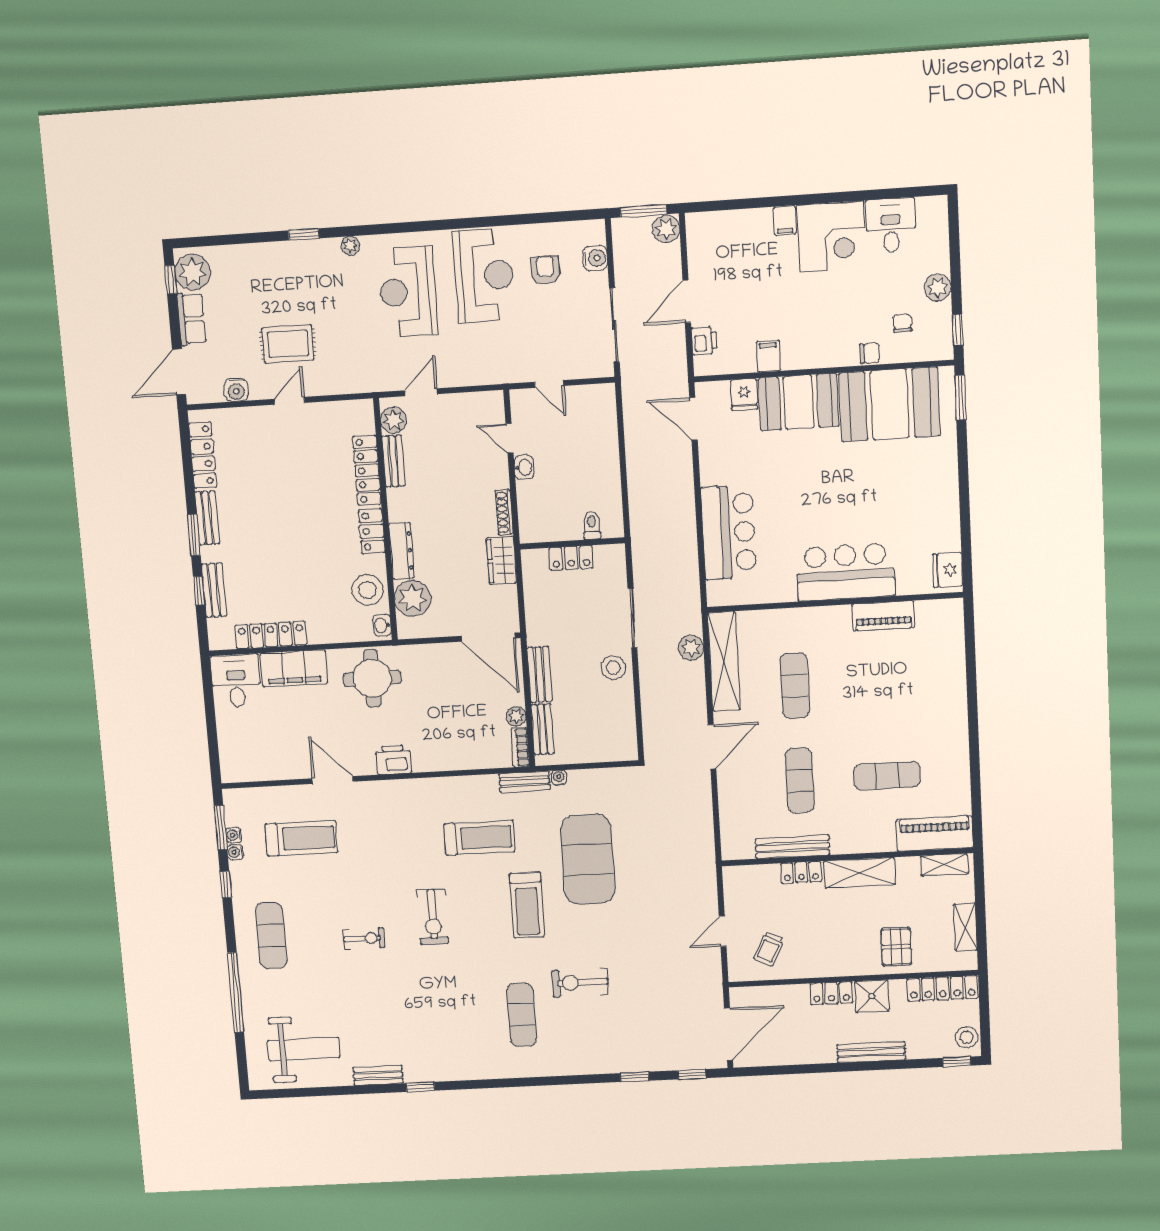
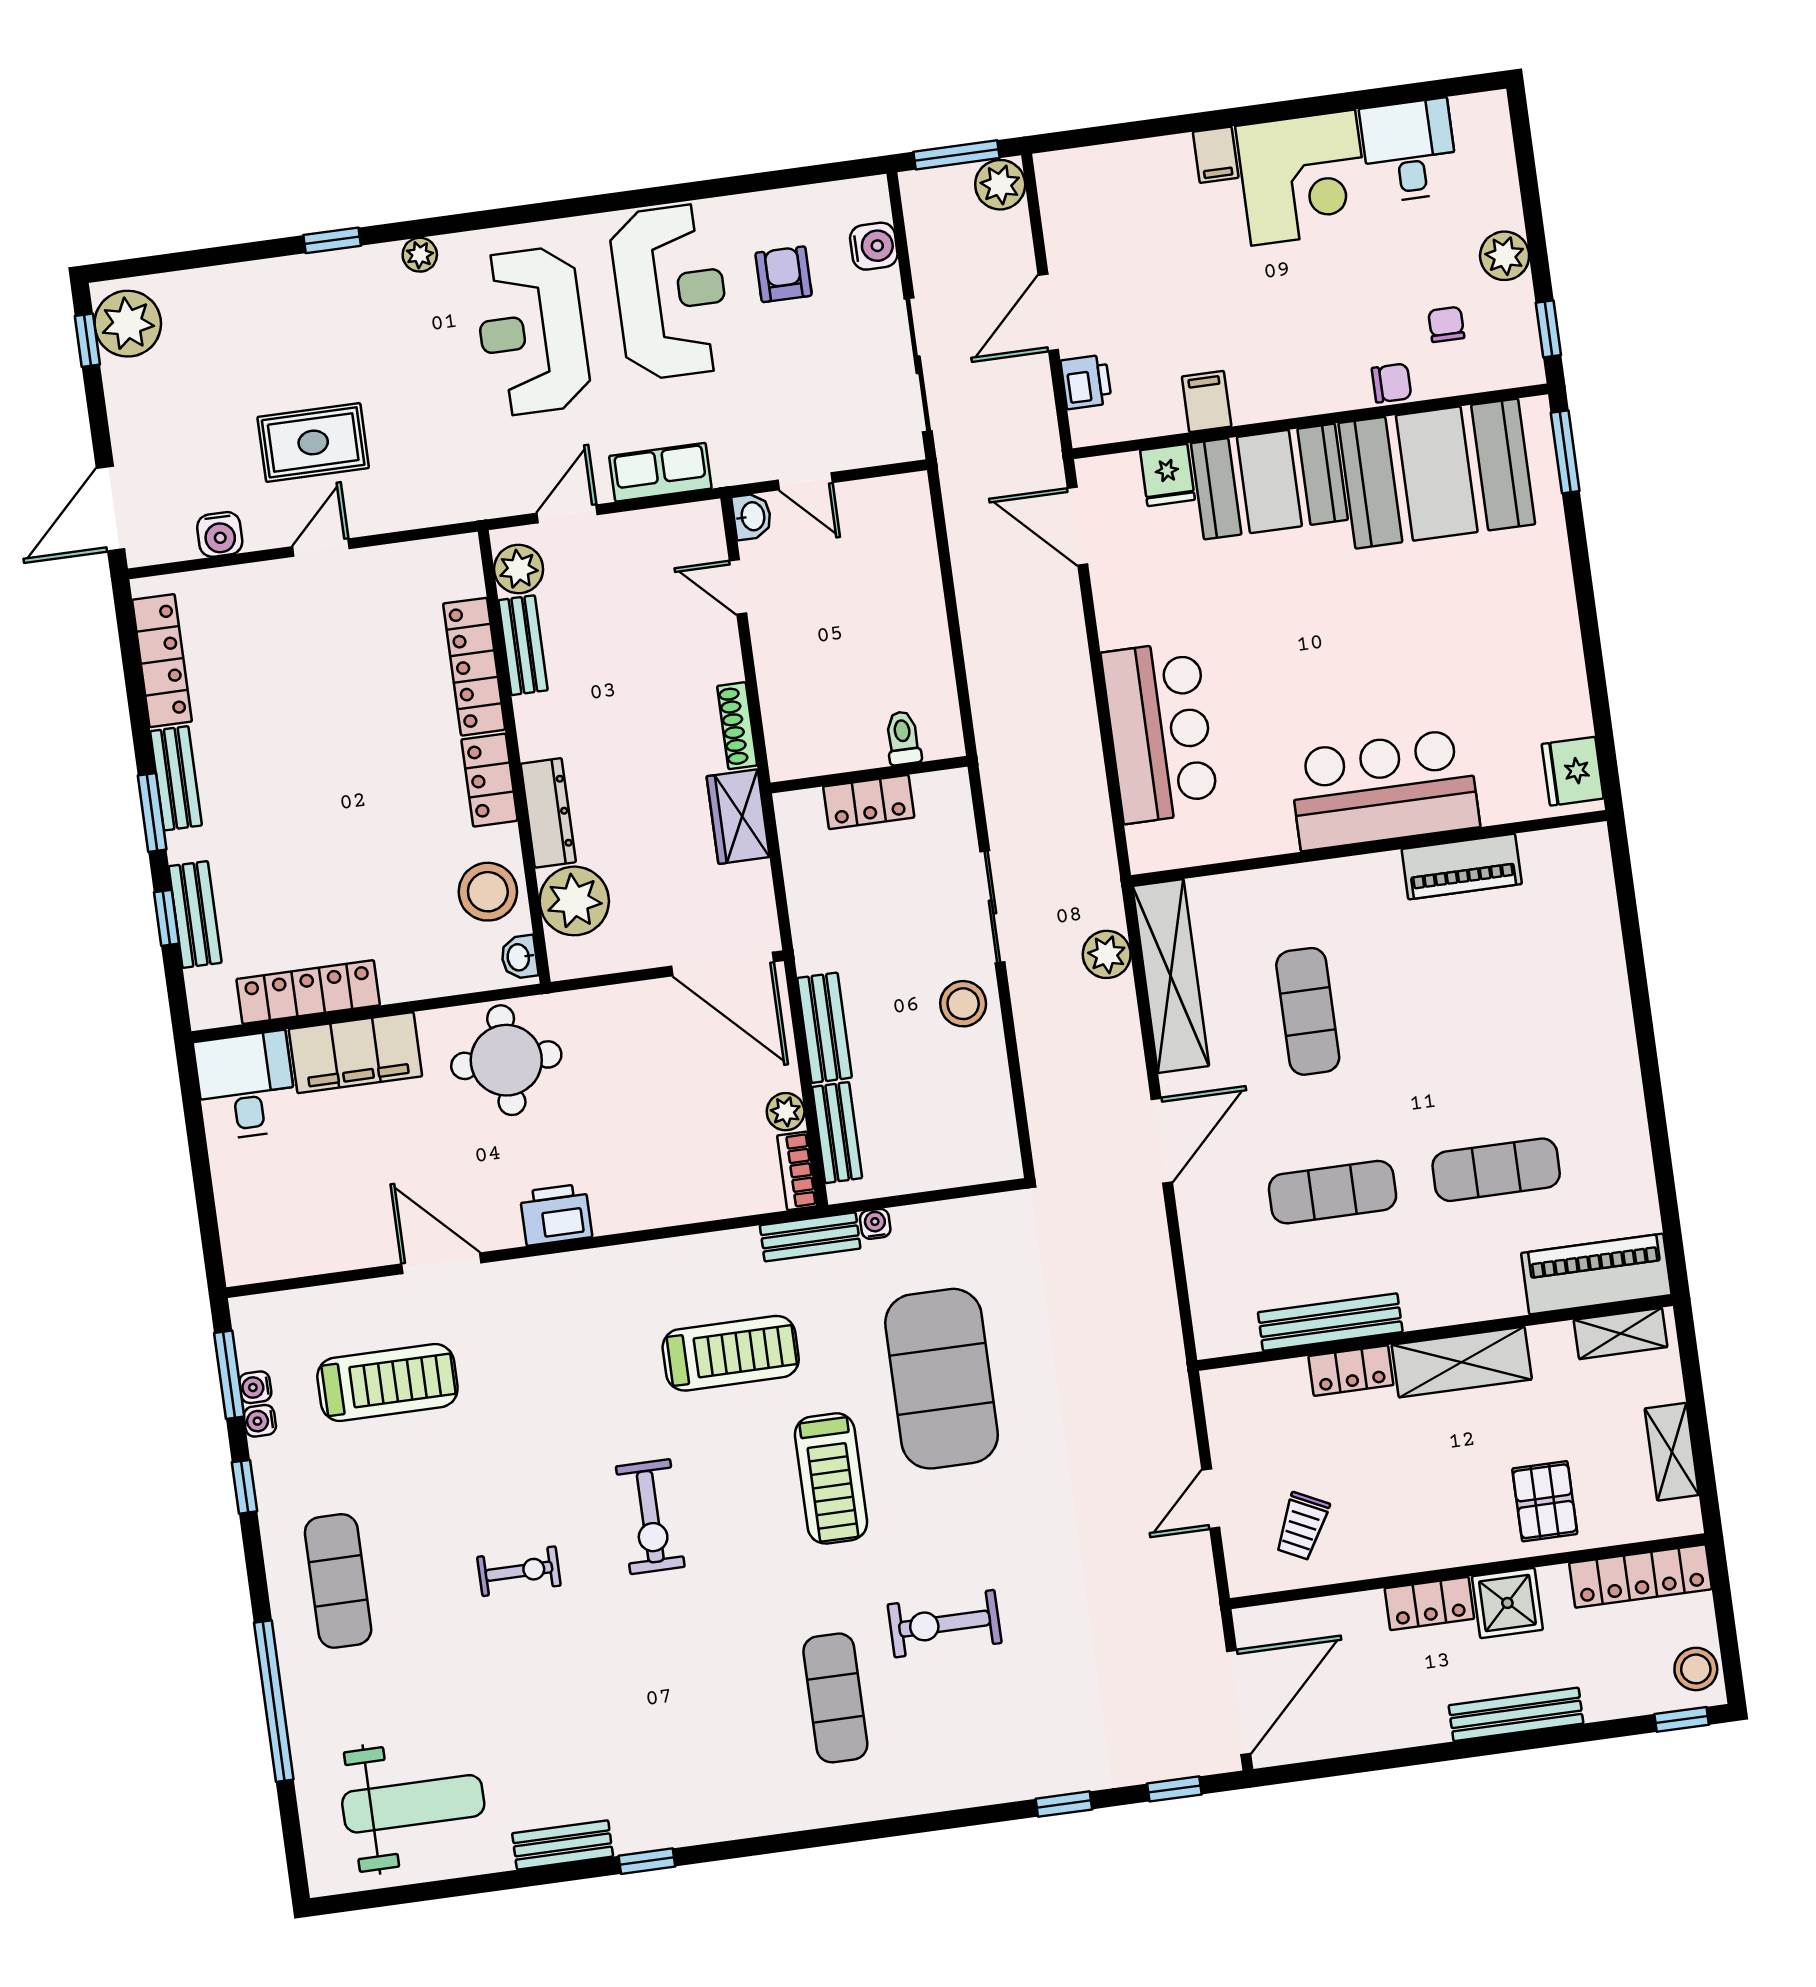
row of seats: (191, 319) -> (660, 472), moved, turned -90
washbasin: (524, 467) -> (752, 516), moved
exercise mat: (800, 780) -> (1333, 1192), turned 90

